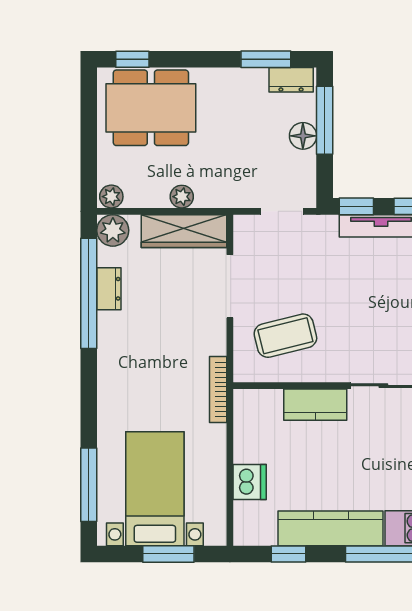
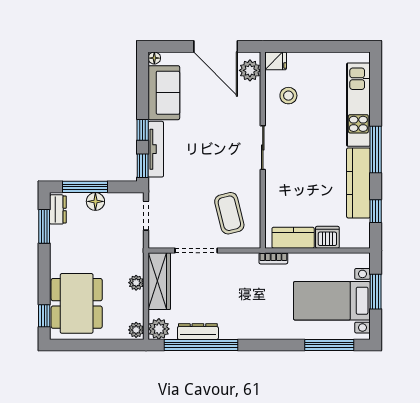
dresser: (109, 289) -> (198, 332), width x1.44
bookcase: (218, 389) -> (273, 258), width x0.64
kitchen counter: (315, 405) -> (293, 238), moved, turned -90

